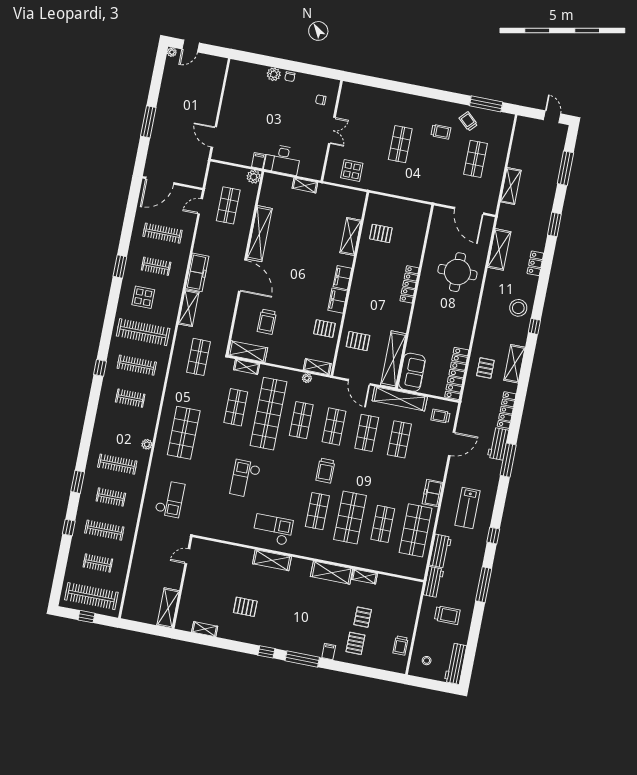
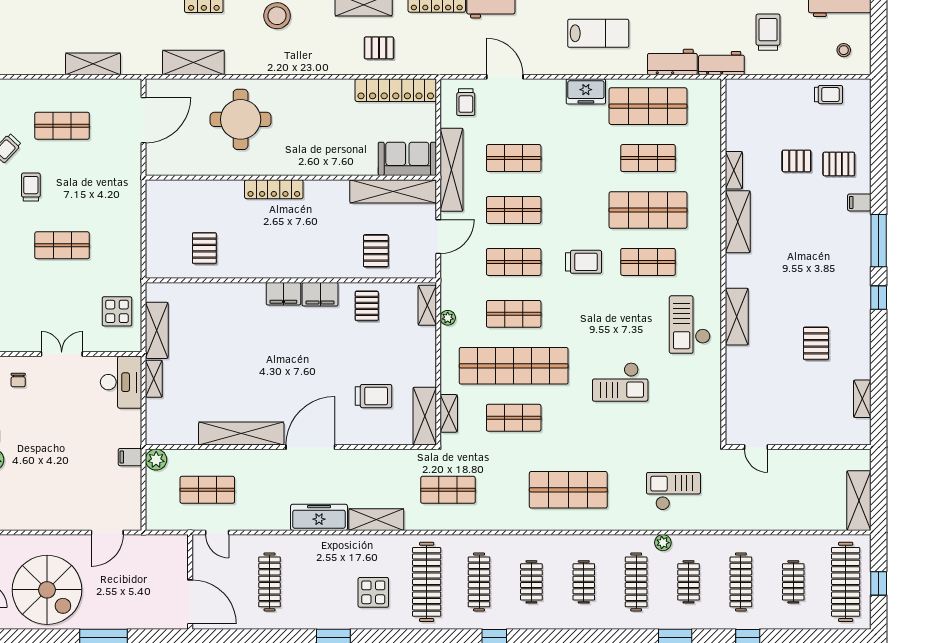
spiral stairs: (185, 92) -> (47, 590), added
desk: (282, 160) -> (121, 382), moved
shelving: (351, 236) -> (157, 330), moved, turned 90
clothes rail: (156, 266) -> (584, 582), moved
plant: (147, 444) -> (663, 543), moved
shelving: (168, 608) -> (859, 501), moved, turned 90

